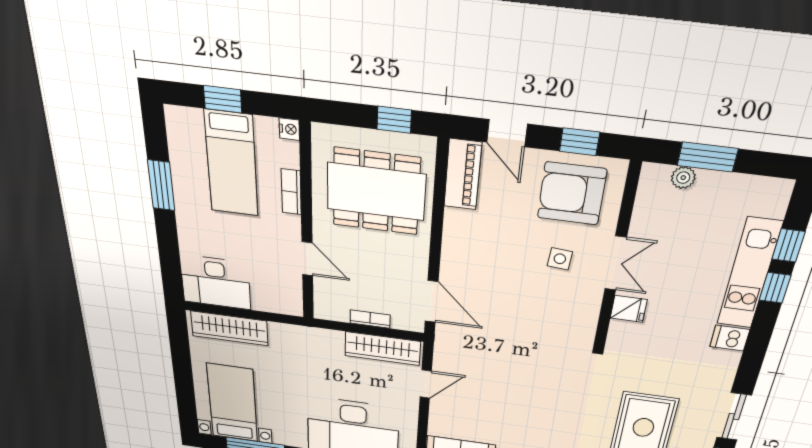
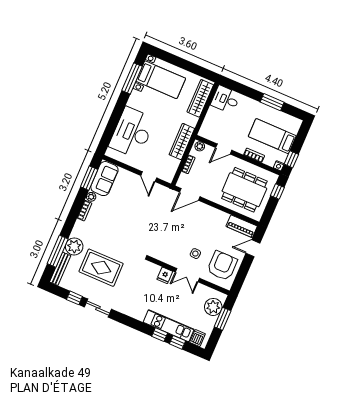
window: (223, 99) -> (291, 159), moved
window: (394, 120) -> (277, 192), moved
window: (580, 142) -> (242, 274), removed
plant: (683, 178) -> (213, 307), width x1.88, depth x1.88
dining table: (376, 192) -> (244, 190), turned 90
desk: (216, 282) -> (226, 99), width x0.73
plant: (324, 306) -> (200, 146), added
dishwasher: (730, 338) -> (198, 338), moved
wardrobe: (383, 349) -> (182, 142), moved

